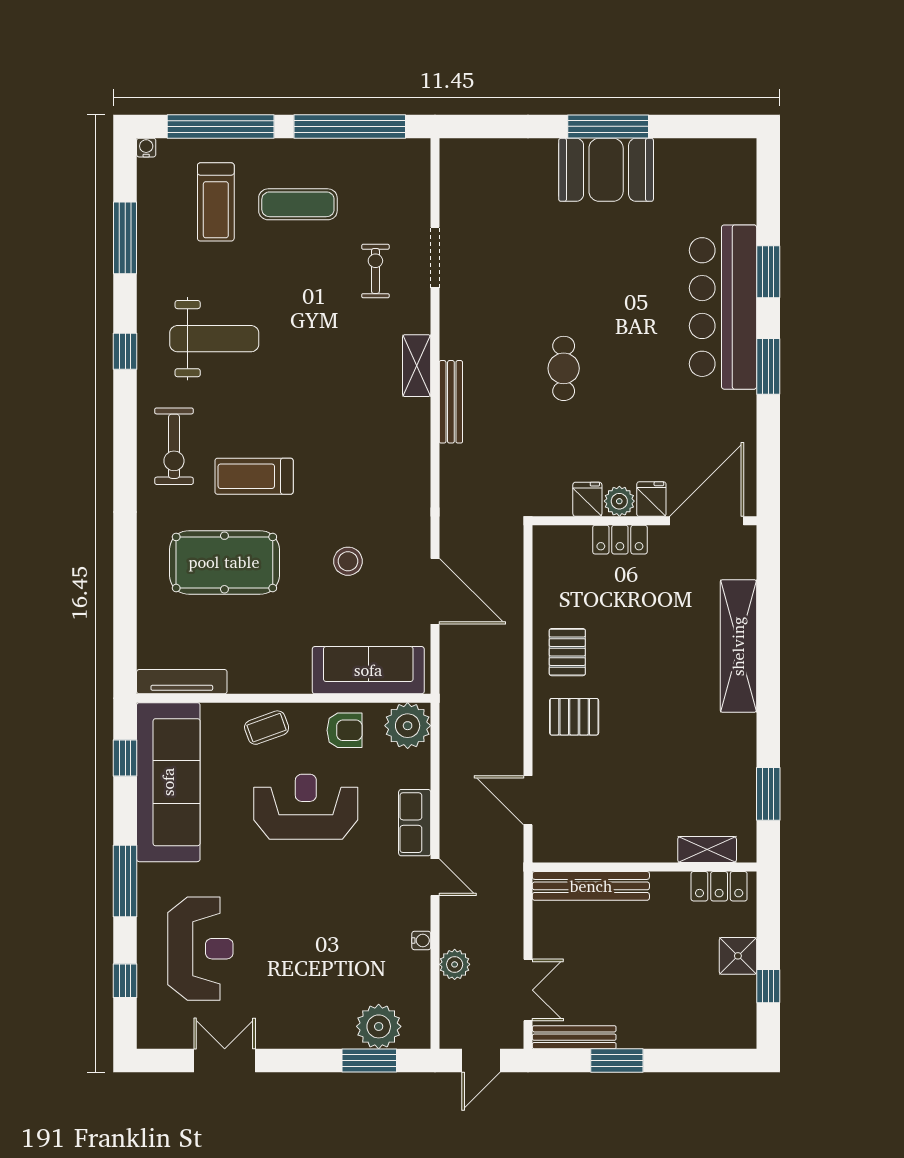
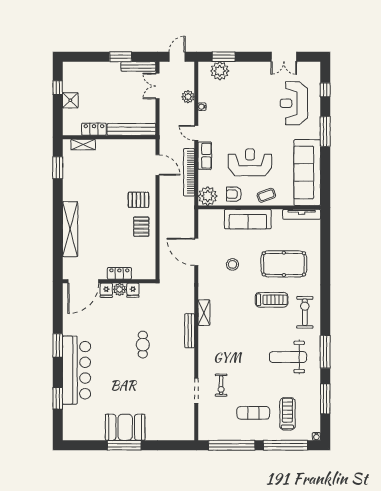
window: (768, 272) -> (58, 398), moved
window: (125, 351) -> (325, 352), width x2.17
shelving: (417, 366) -> (204, 313), moved
sofa: (368, 670) -> (248, 219), moved
window: (125, 758) -> (325, 183), removed
bookcase: (452, 783) -> (189, 172), added
reception desk: (306, 807) -> (250, 162), turned 180
locker: (719, 886) -> (94, 129), moved

